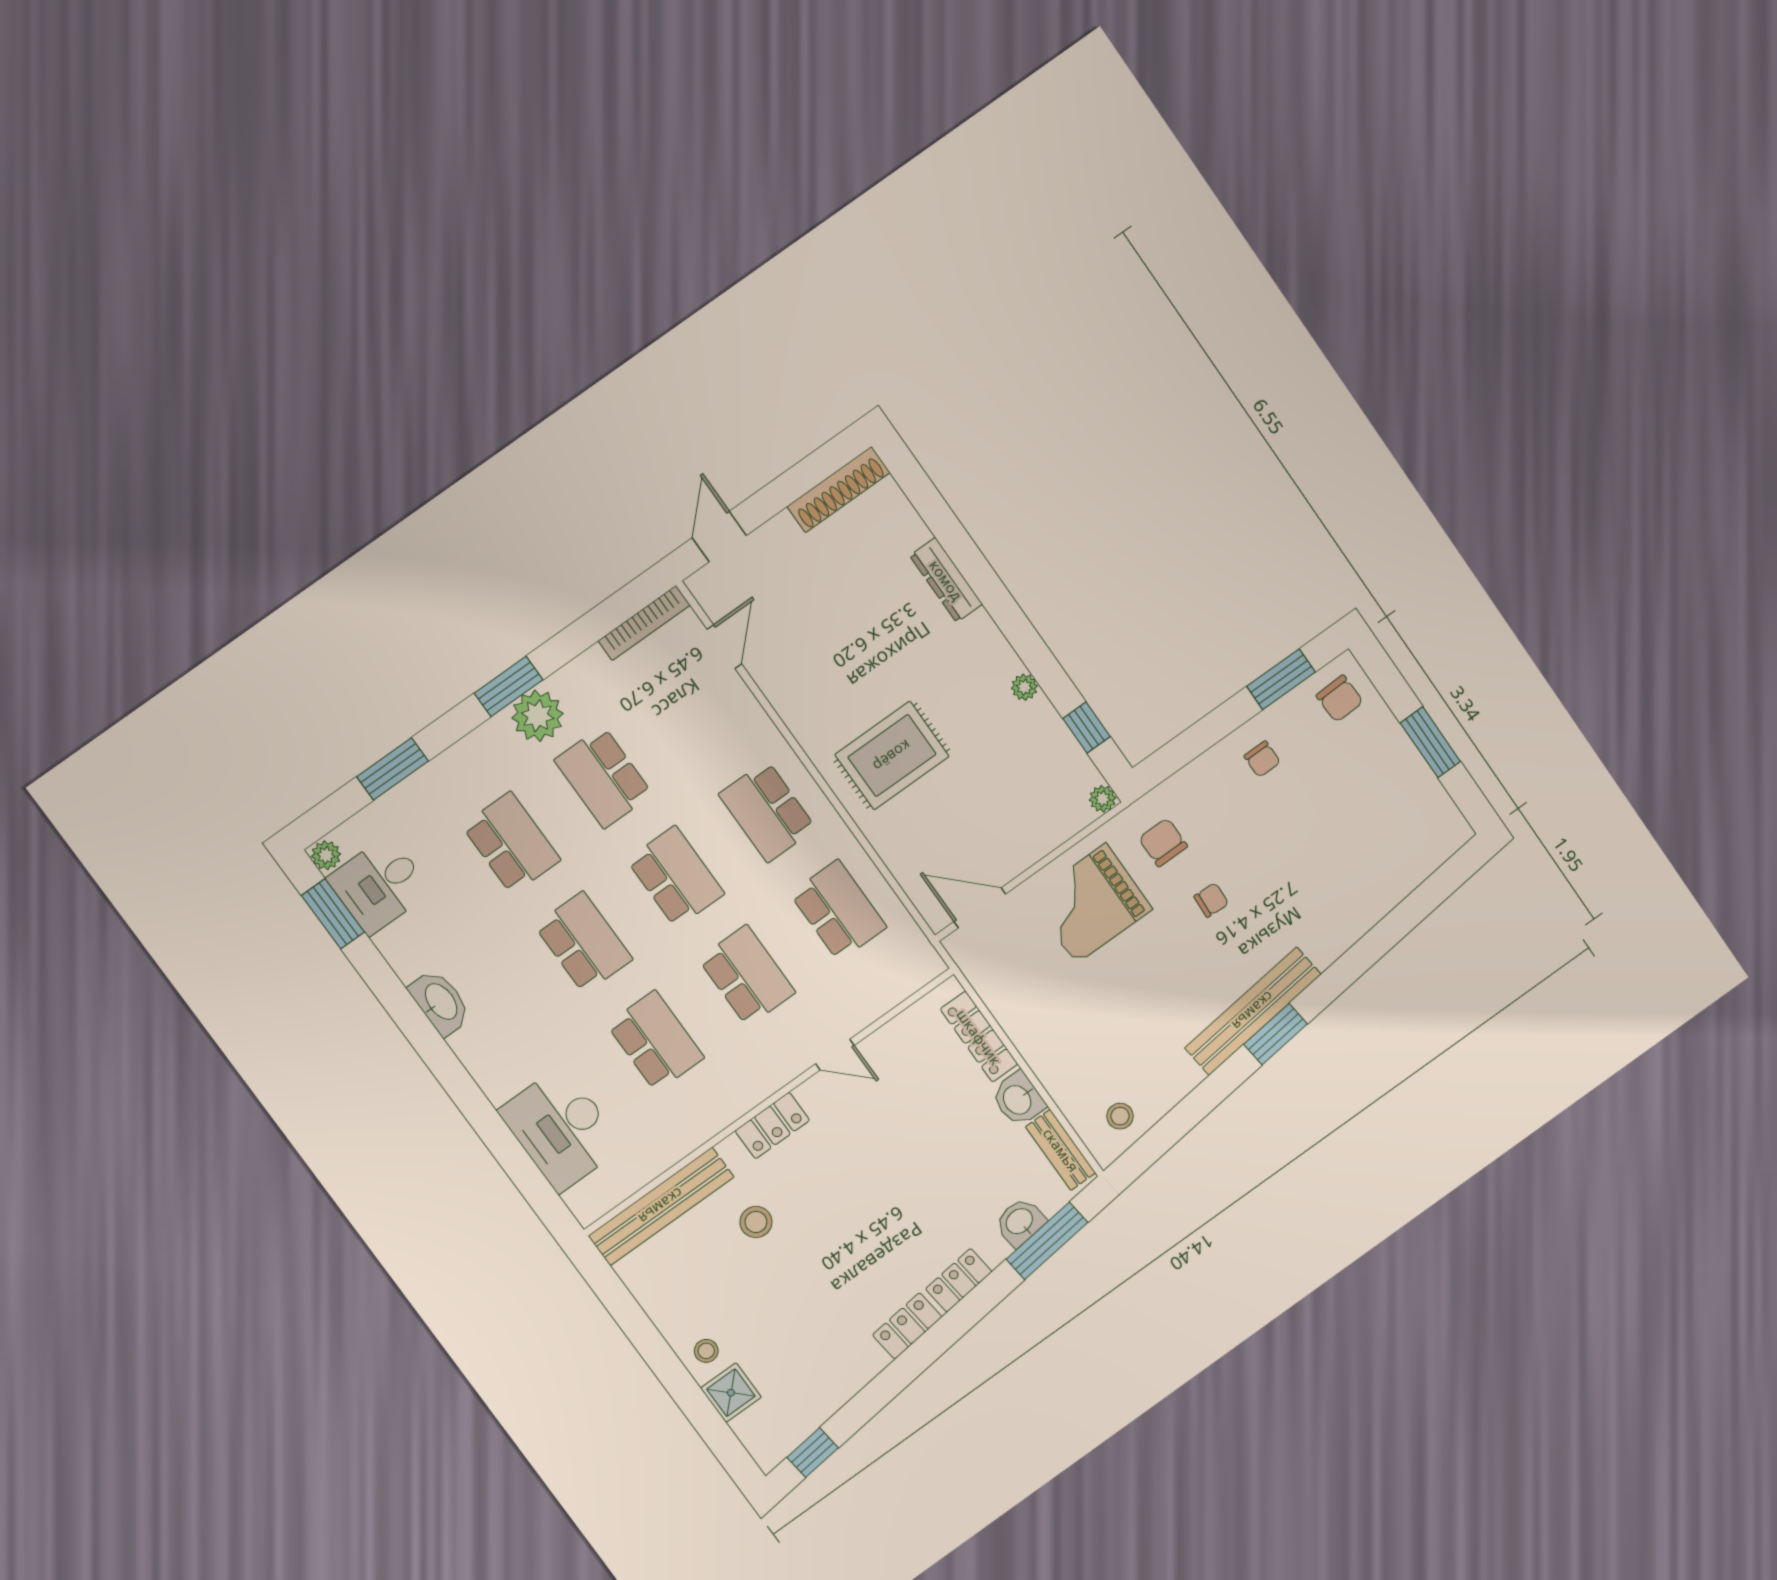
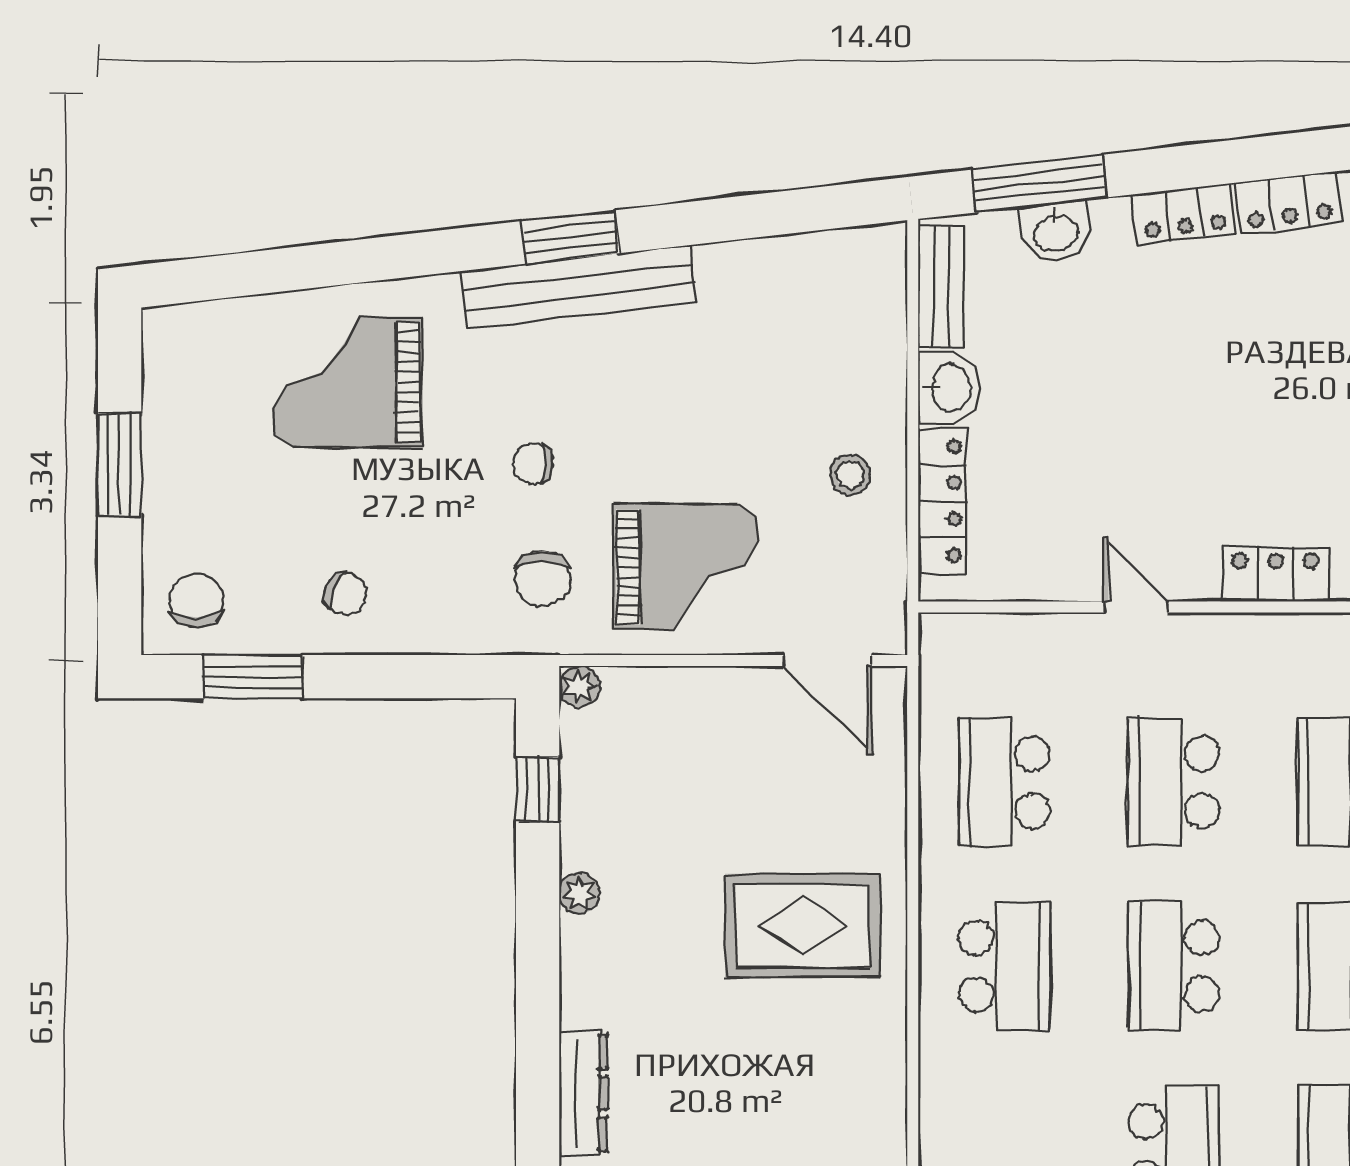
chair: (1262, 759) -> (346, 594), turned 114
grand piano: (1340, 873) -> (347, 382), added
stool: (1120, 1116) -> (850, 475), moved

